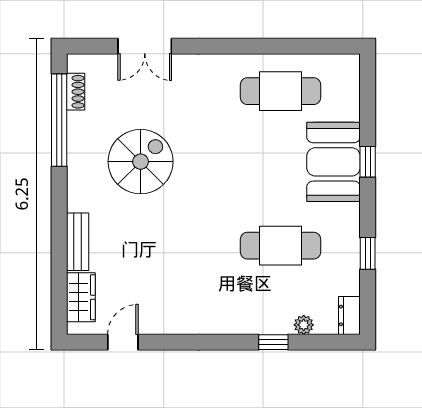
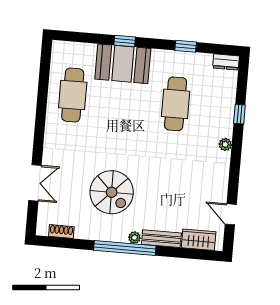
window: (59, 120) -> (125, 248), moved
spiral stairs: (141, 162) -> (112, 192), turned 180
plant: (76, 202) -> (135, 238), added
plant: (304, 325) -> (225, 144), moved

